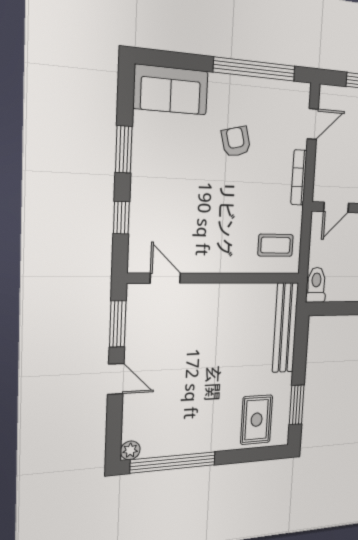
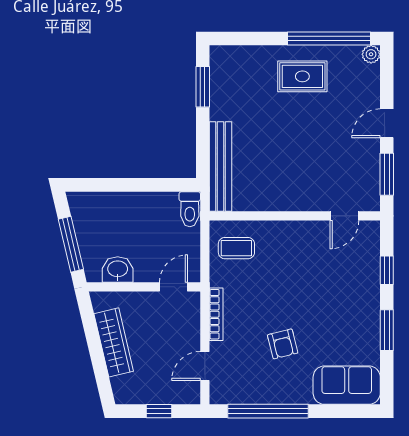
door: (165, 278) -> (344, 216), hinge flipped
door: (116, 379) -> (387, 123), hinge flipped
rug: (257, 420) -> (302, 76), moved, turned 90

